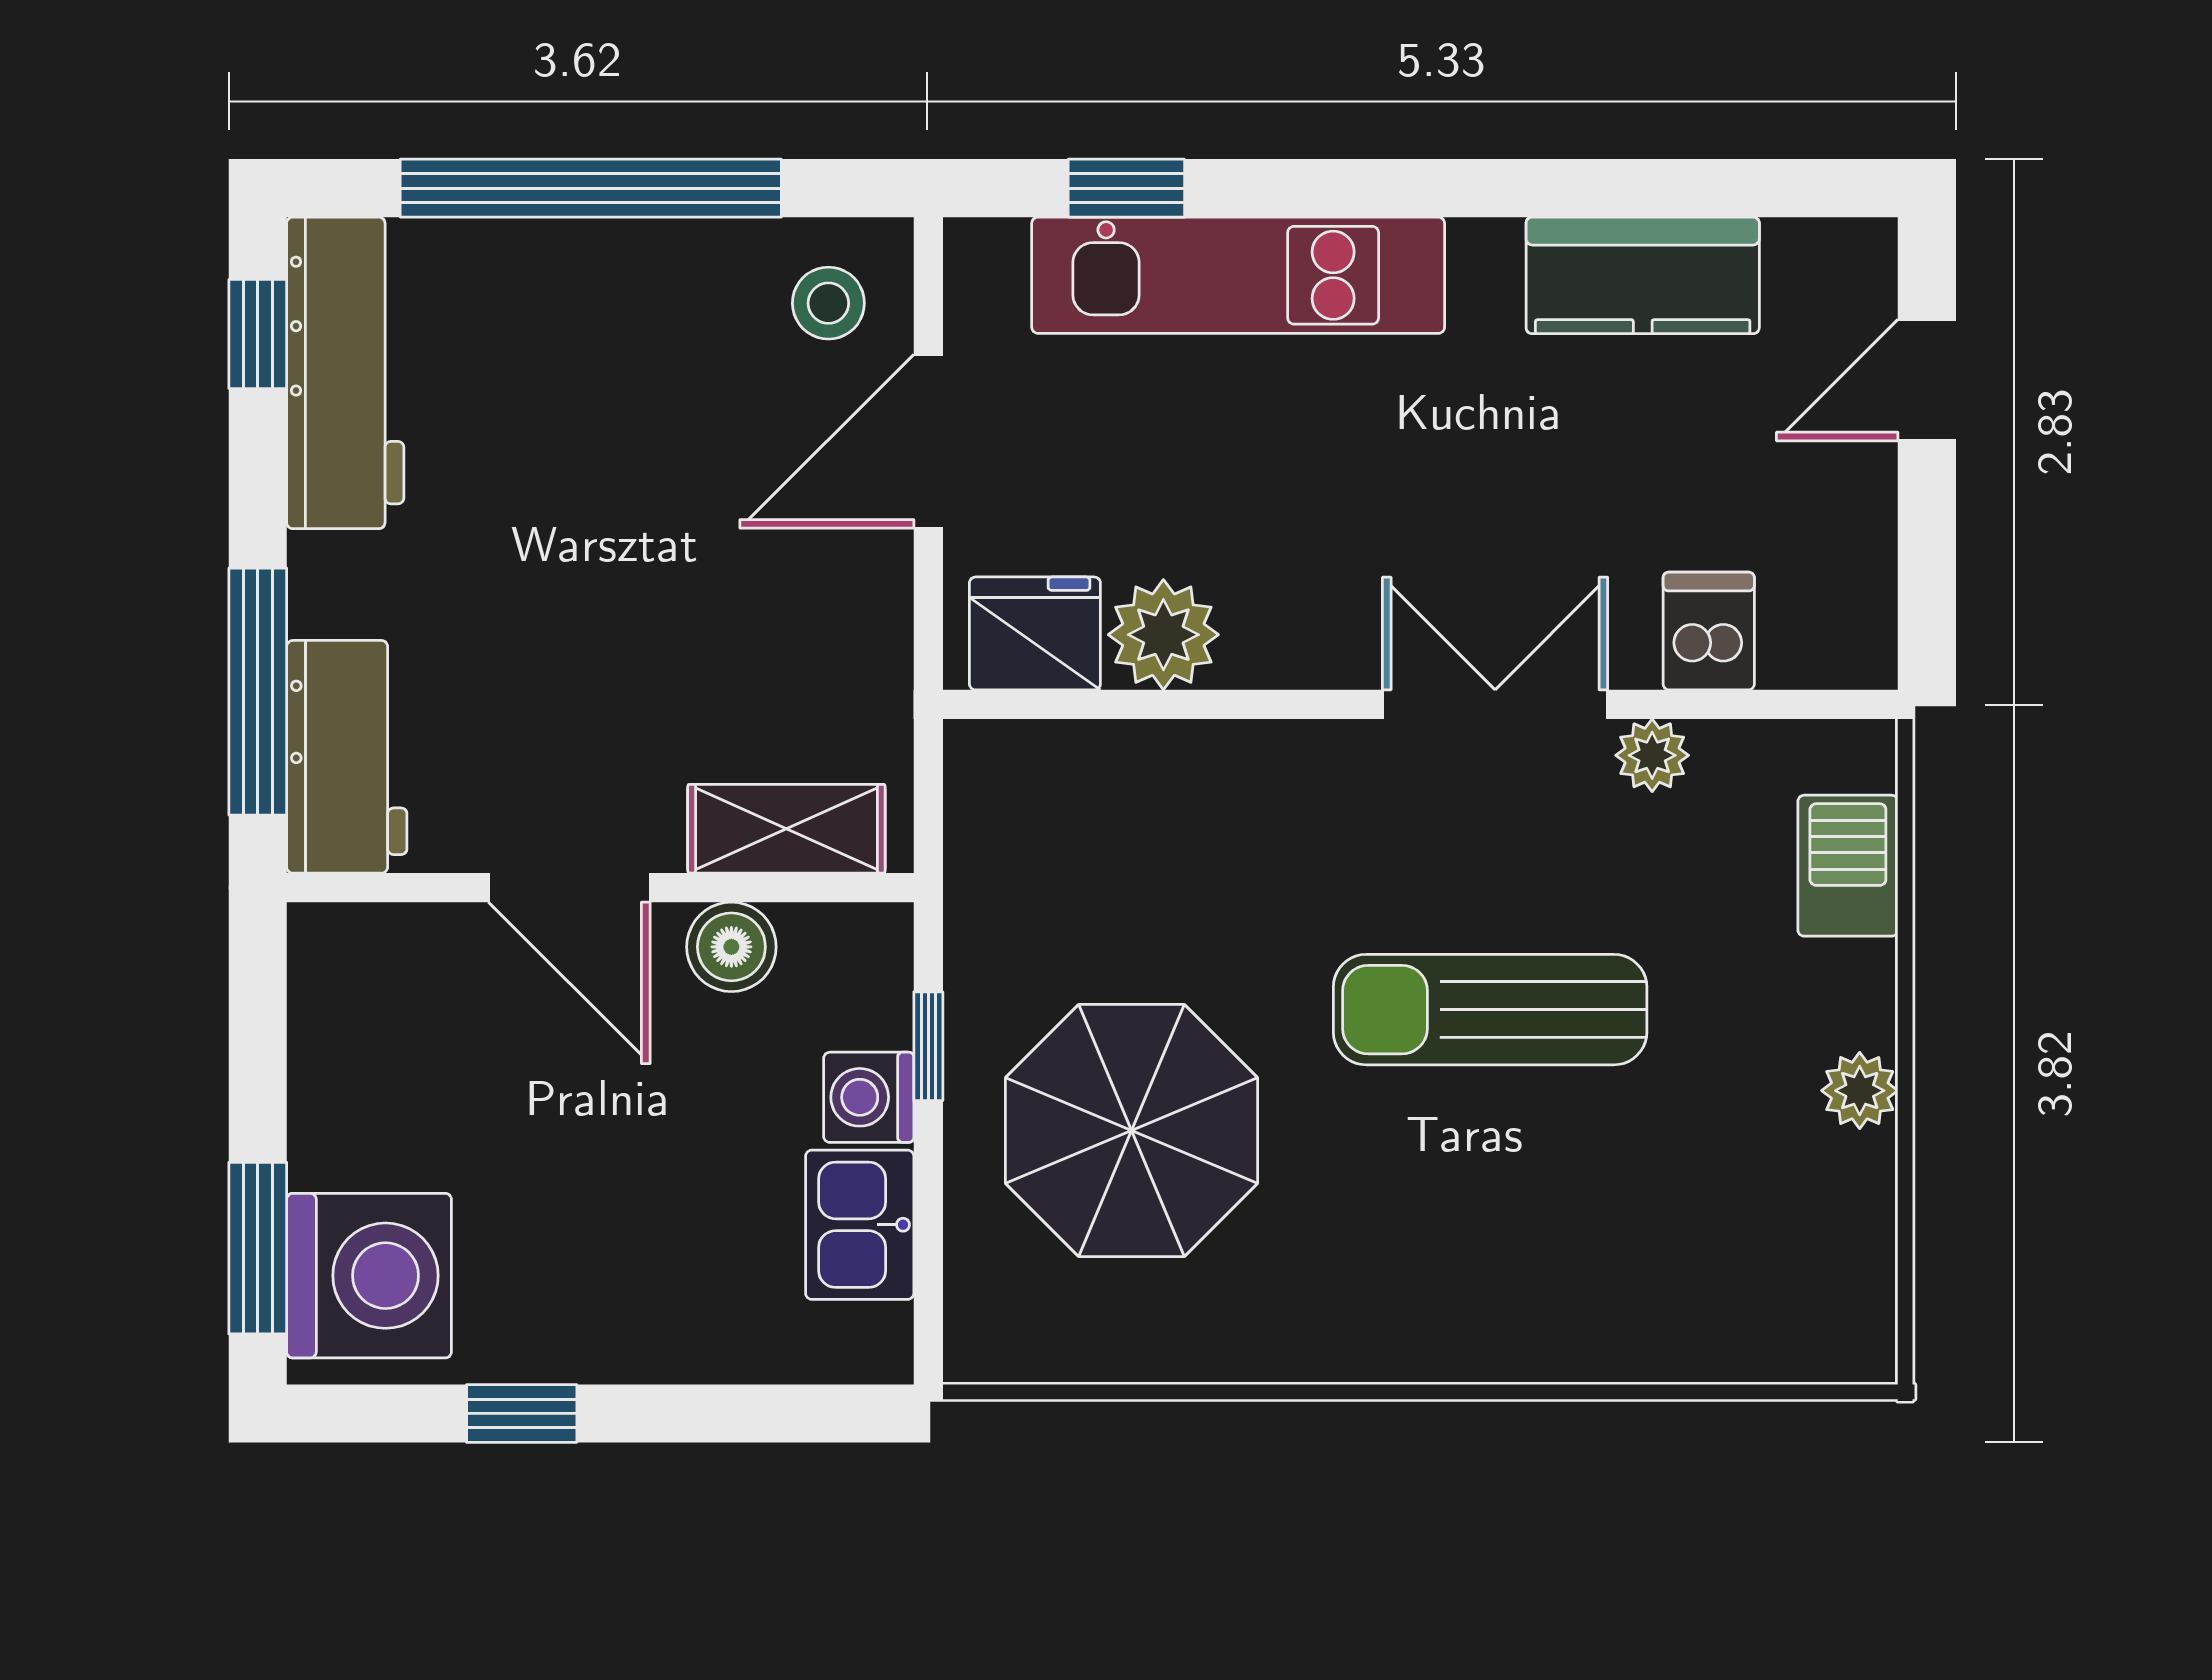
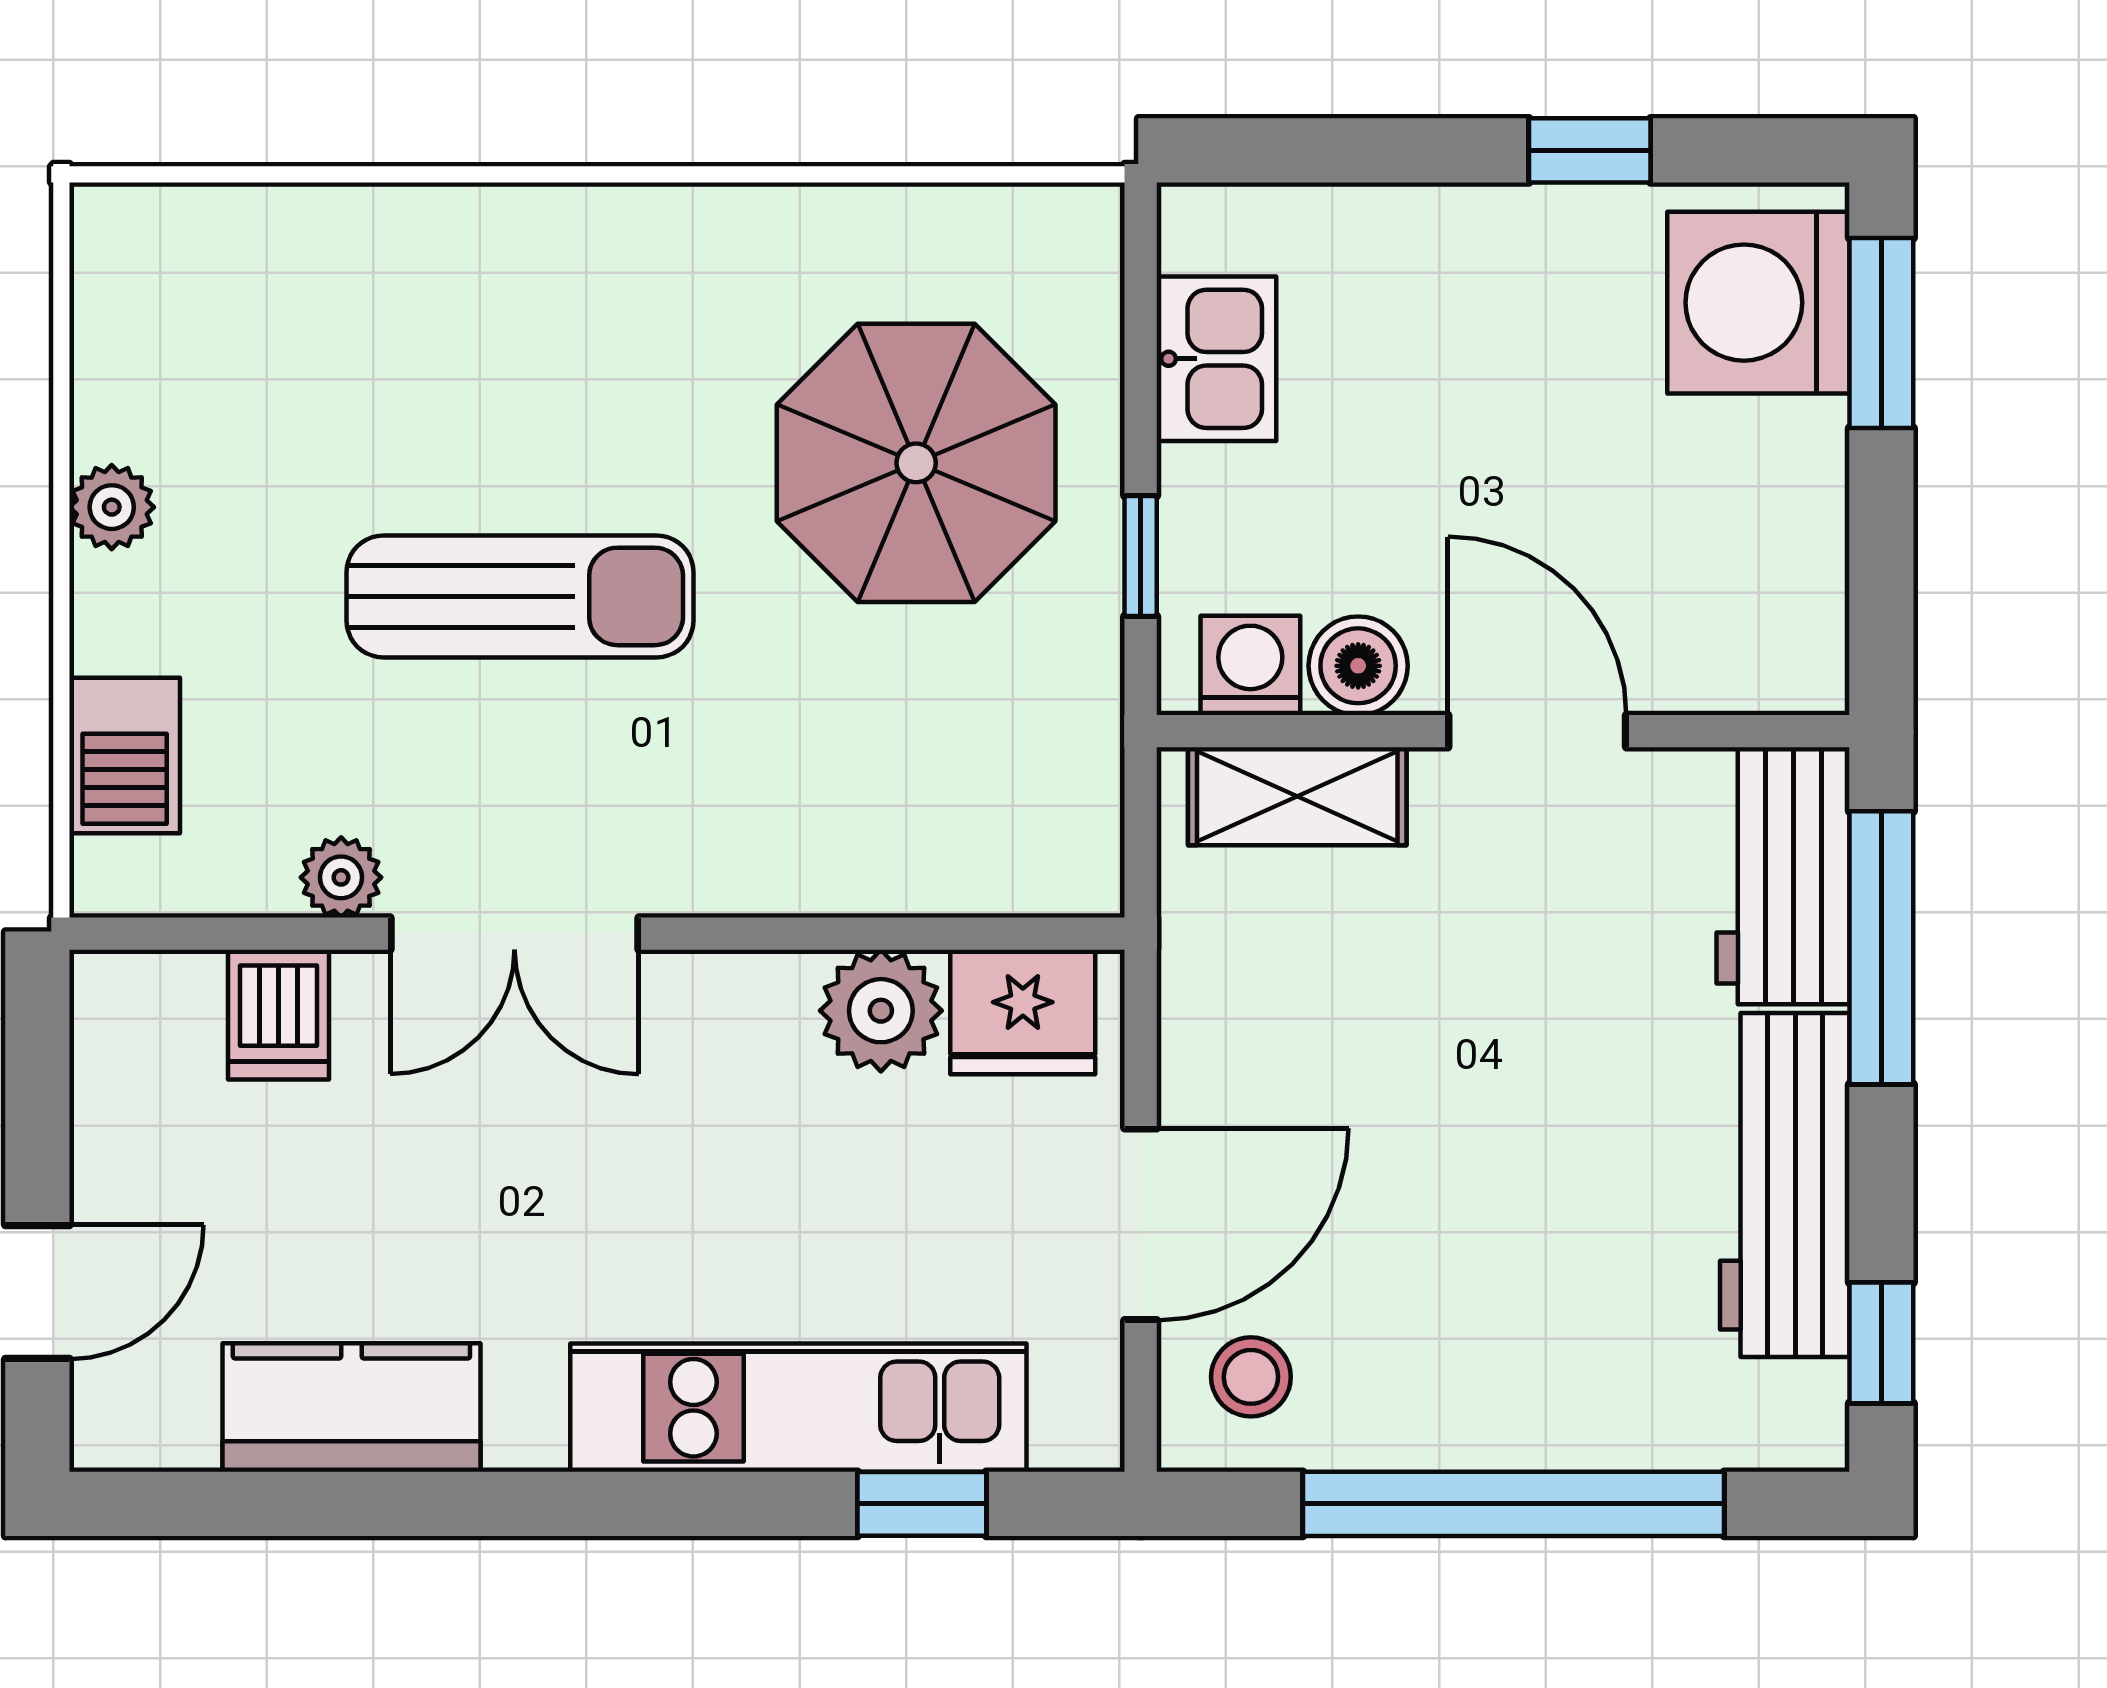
workbench: (345, 373) -> (1785, 1185), moved
washing machine: (869, 1097) -> (1250, 665), moved, turned -90

